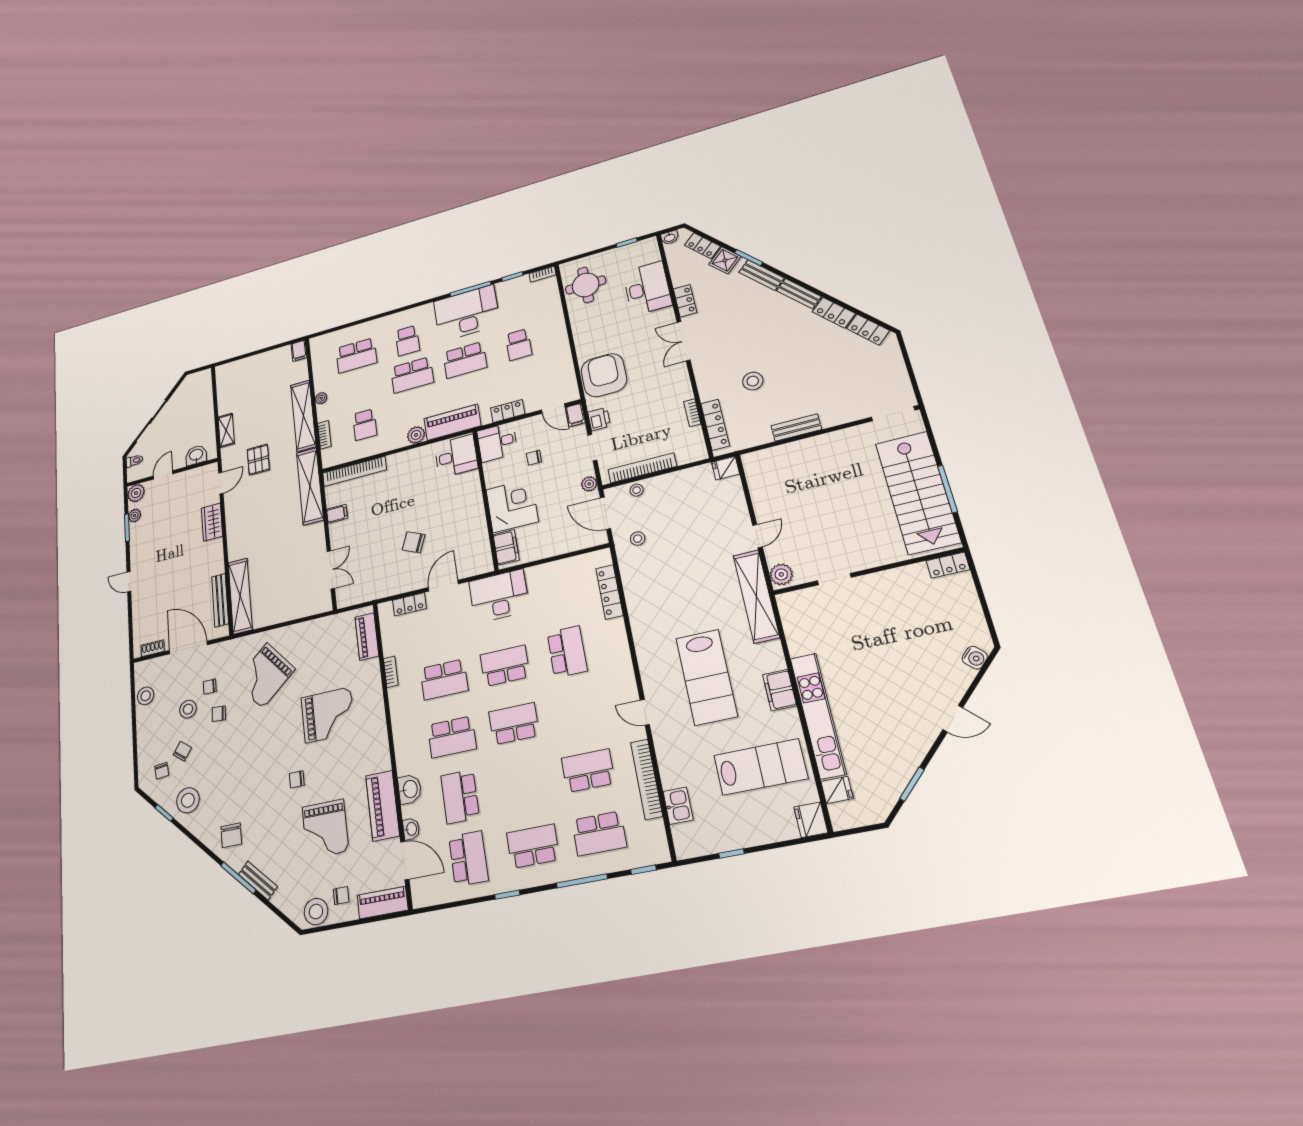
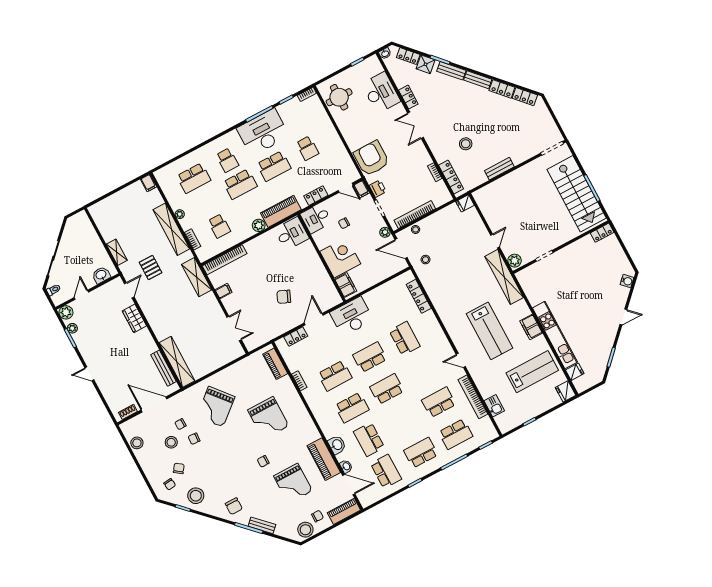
shelving: (310, 486) -> (197, 277), width x0.68
grand piano: (328, 715) -> (268, 418), turned 90

